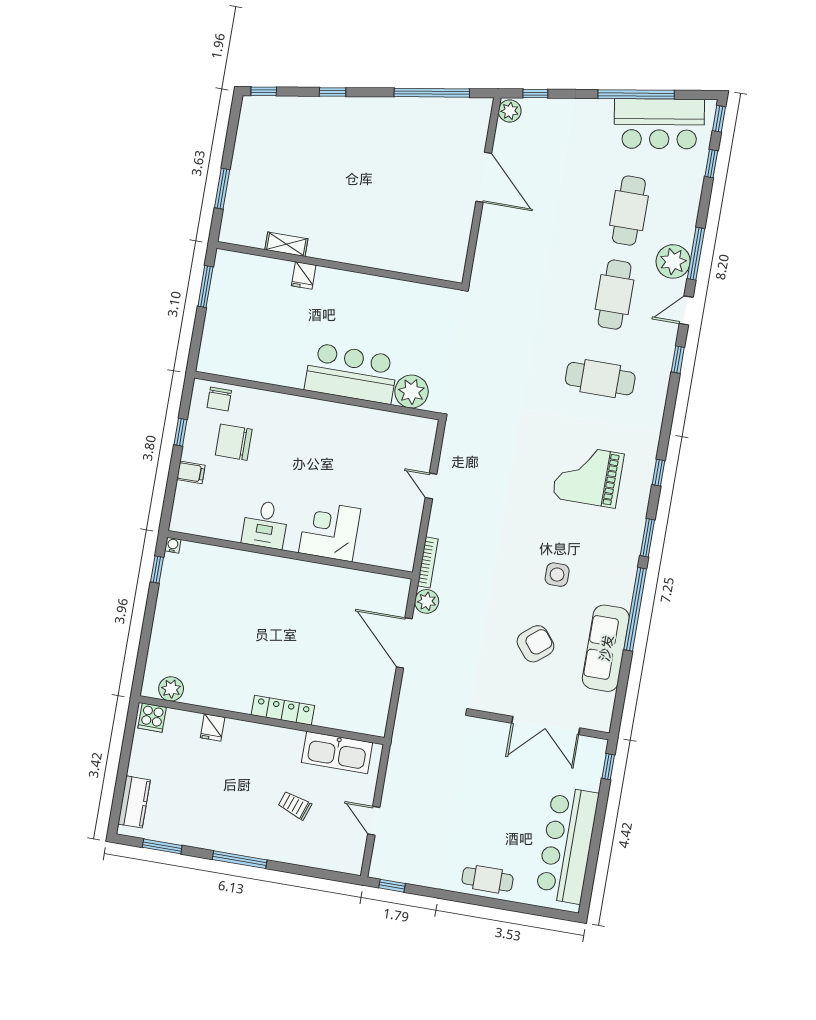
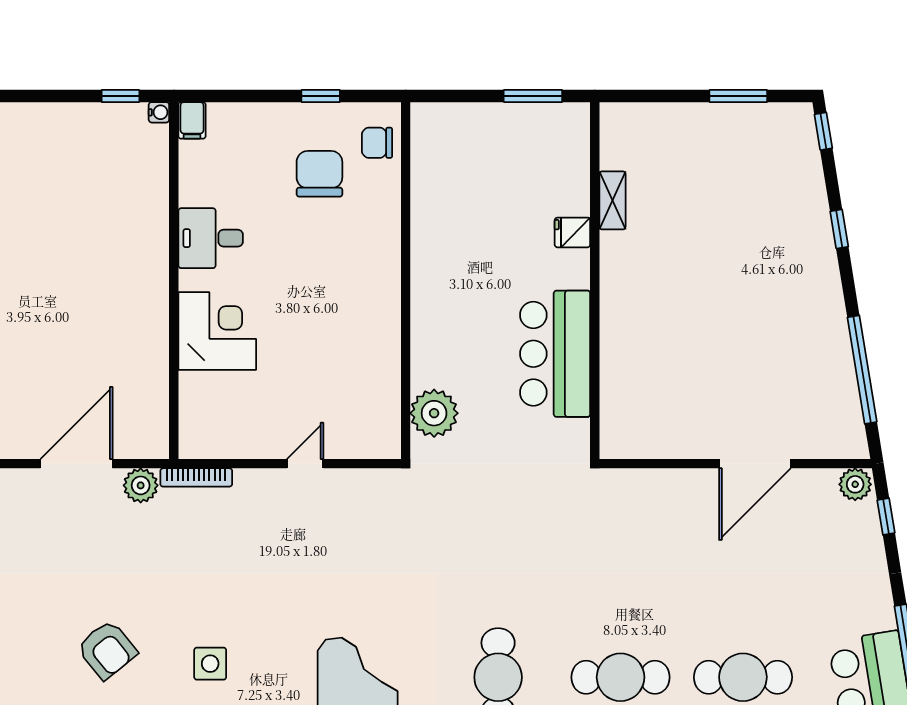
window: (222, 189) -> (738, 96), moved
bar counter: (351, 373) -> (555, 354), moved, turned 180
filing cabinet: (191, 472) -> (192, 120), moved

